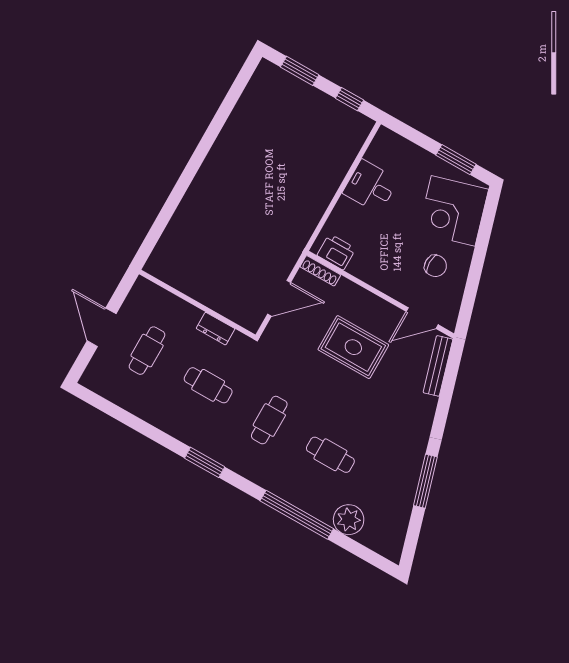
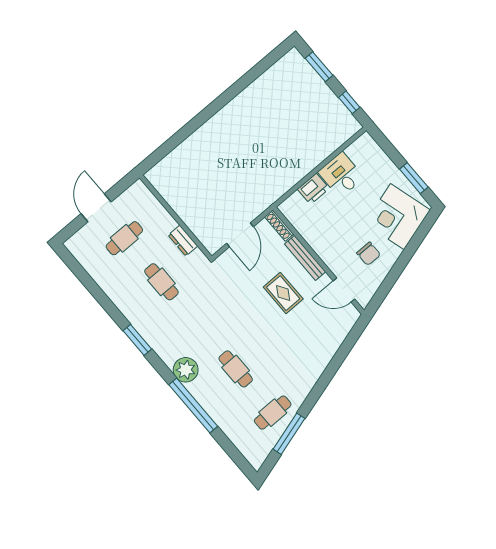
printer: (336, 252) -> (313, 189), moved, turned 90
door: (279, 298) -> (240, 235), hinge flipped
rug: (353, 347) -> (283, 293), width x0.73, depth x0.70
bench: (438, 366) -> (305, 258), moved, turned -74
cafe table: (269, 420) -> (273, 413), moved
window: (425, 481) -> (289, 434), moved
plant: (349, 520) -> (186, 370), moved

